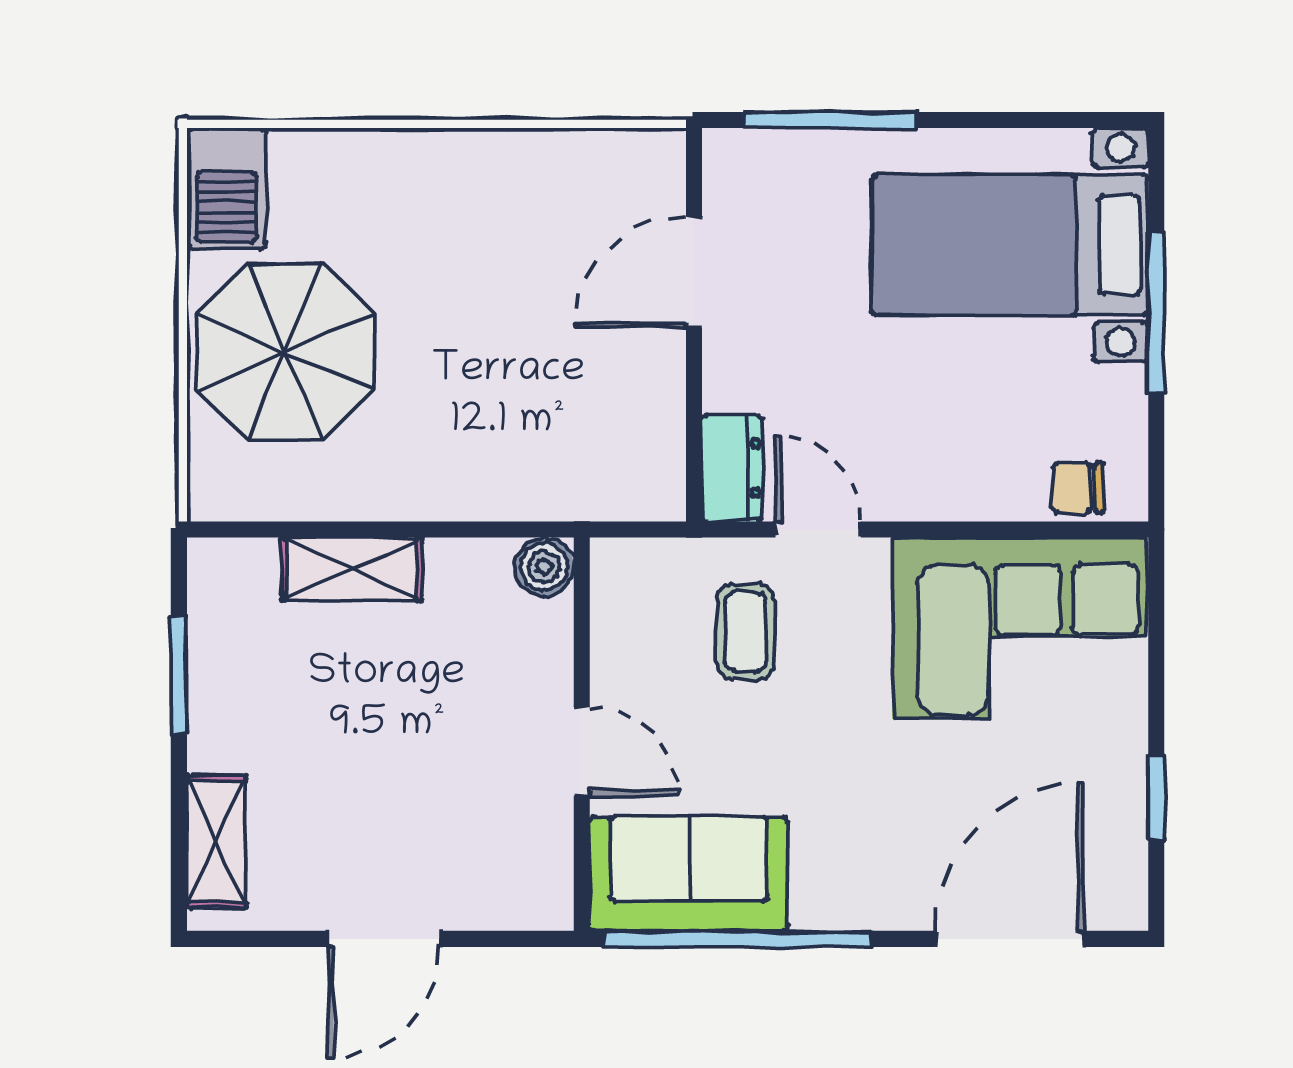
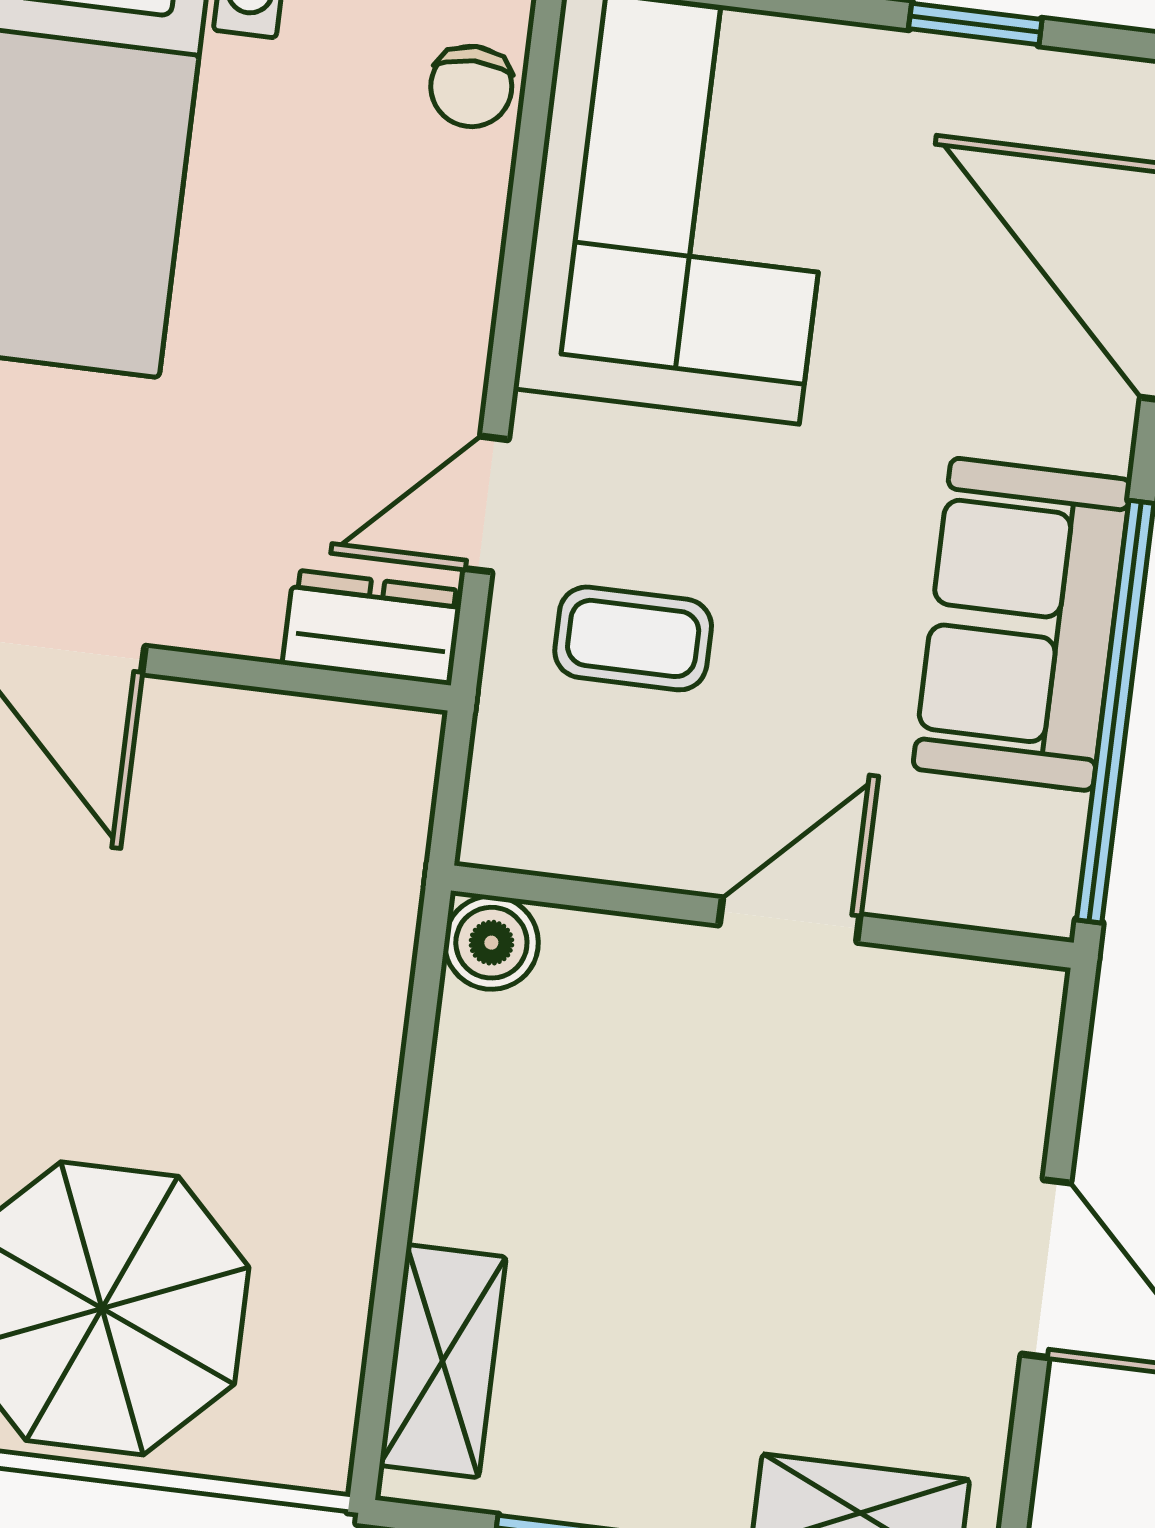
shelving: (352, 569) -> (443, 1361), moved
sofa: (689, 874) -> (1022, 624), moved

